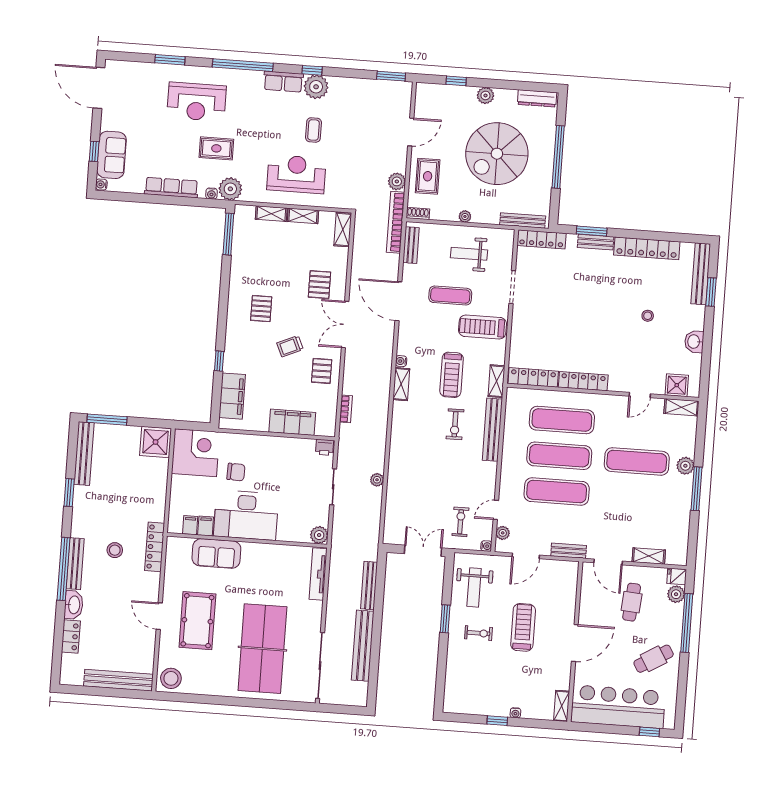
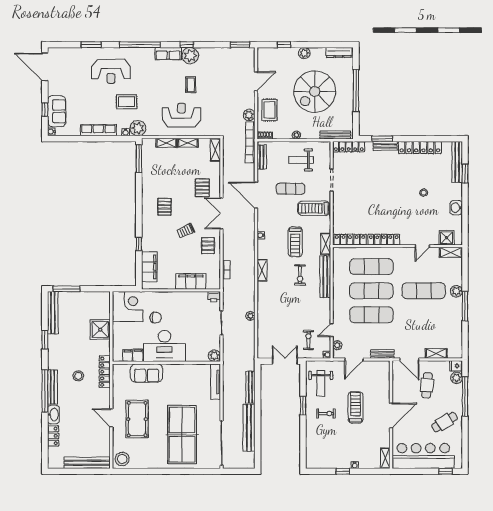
shelving: (401, 384) -> (262, 270), moved
shower: (156, 442) -> (100, 330), moved

